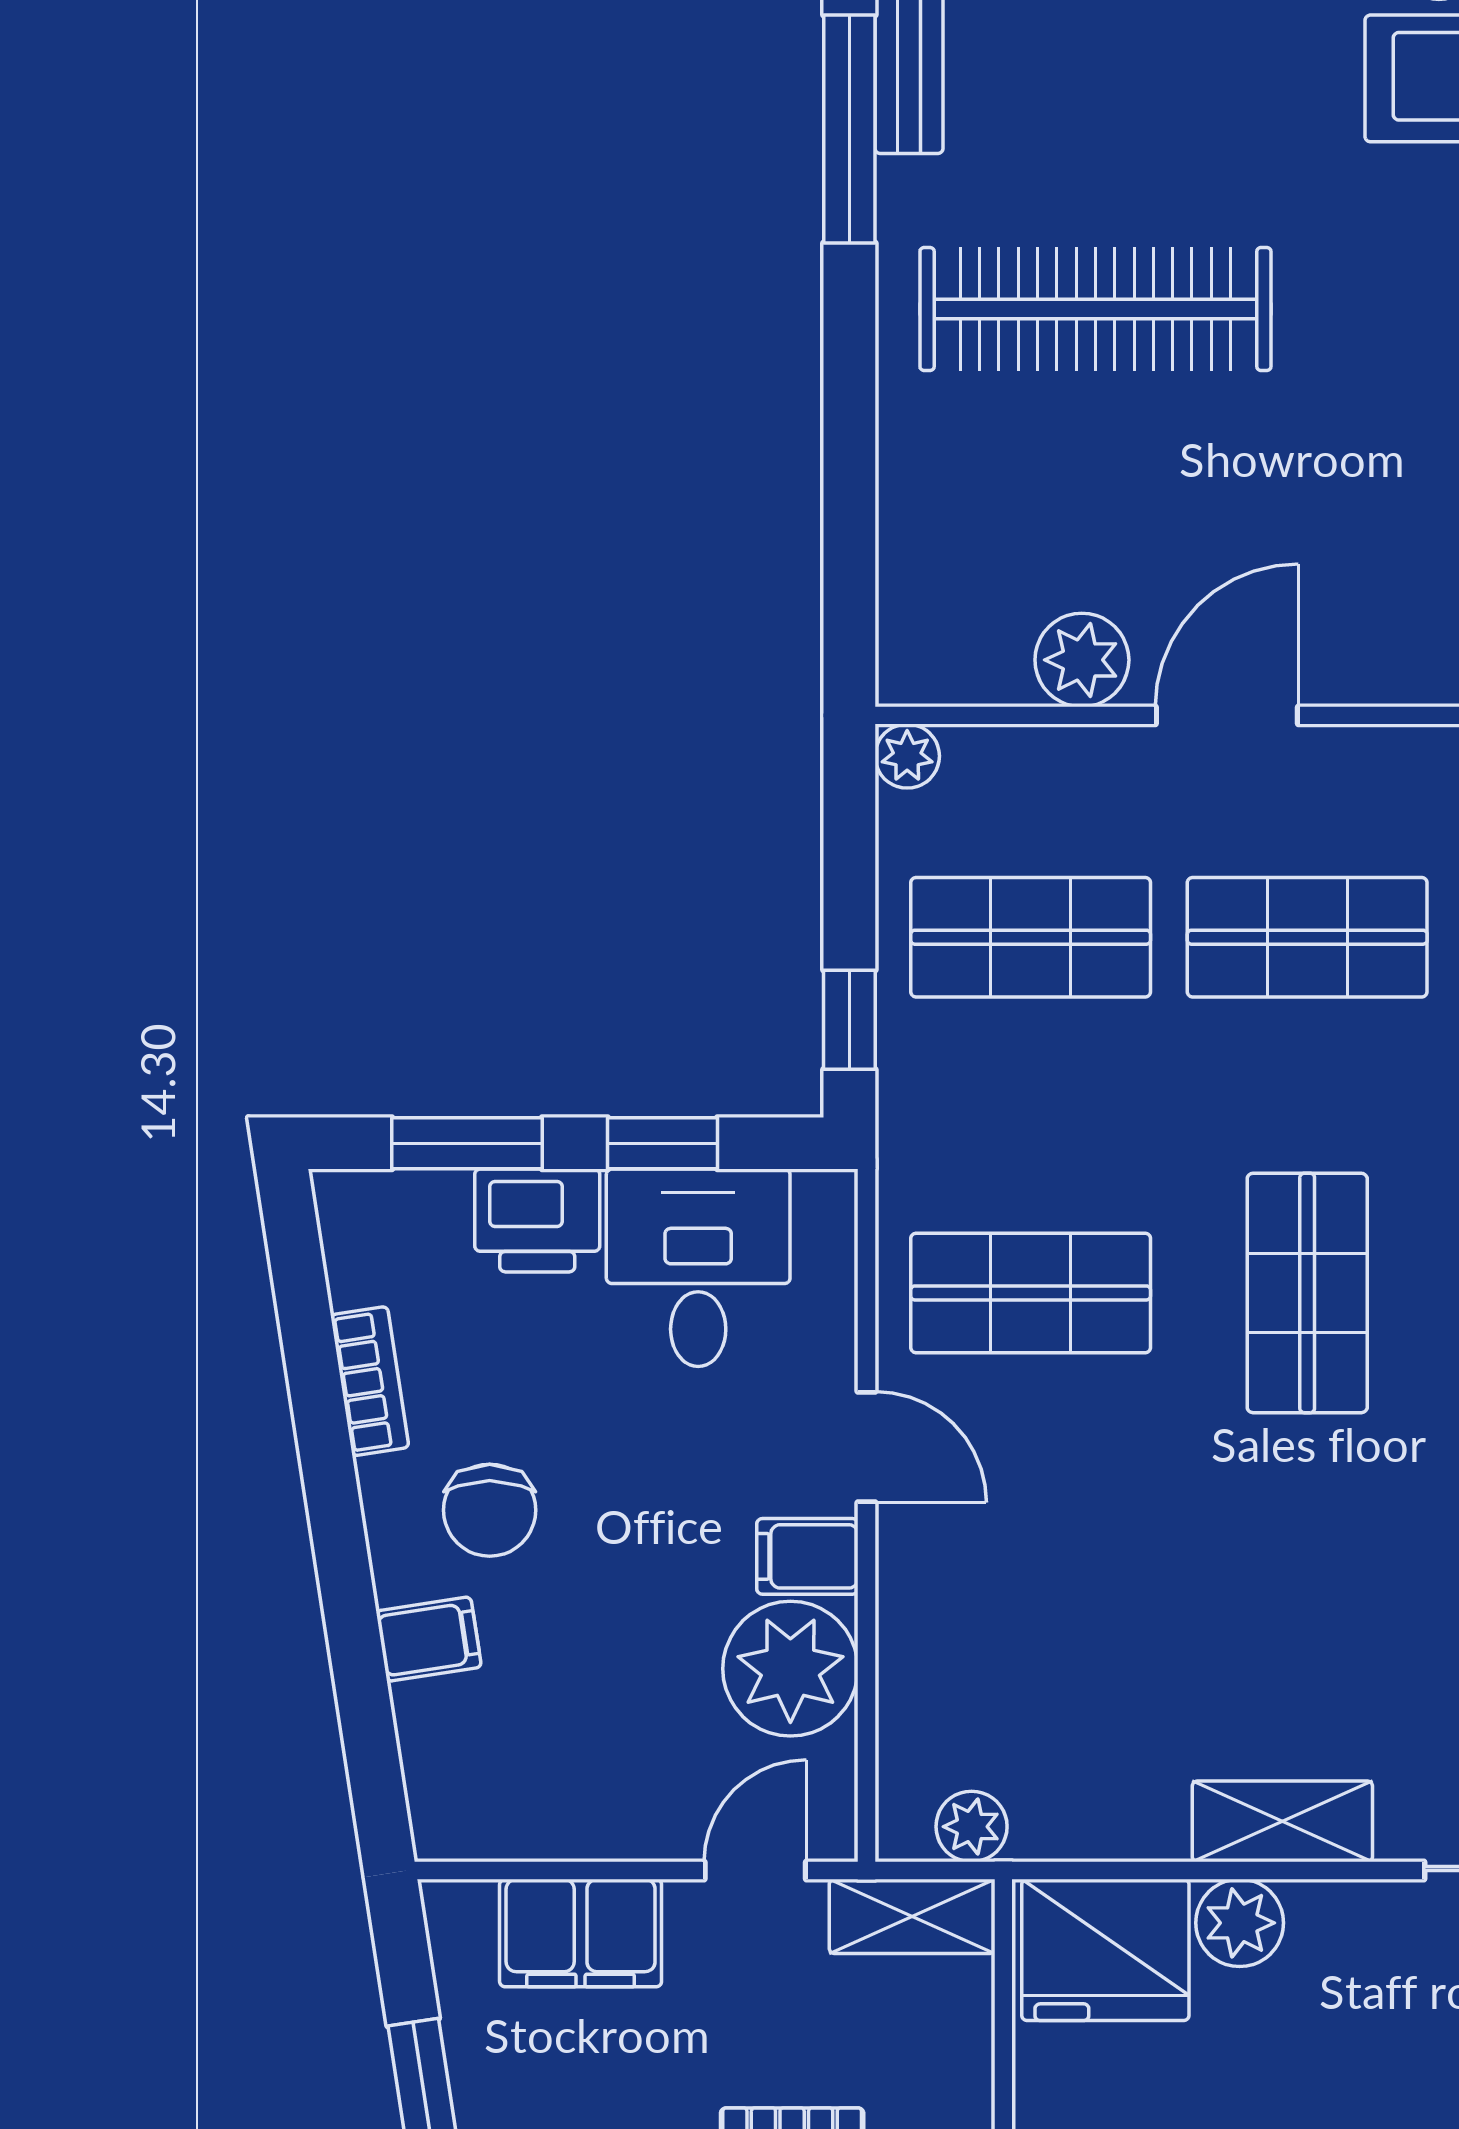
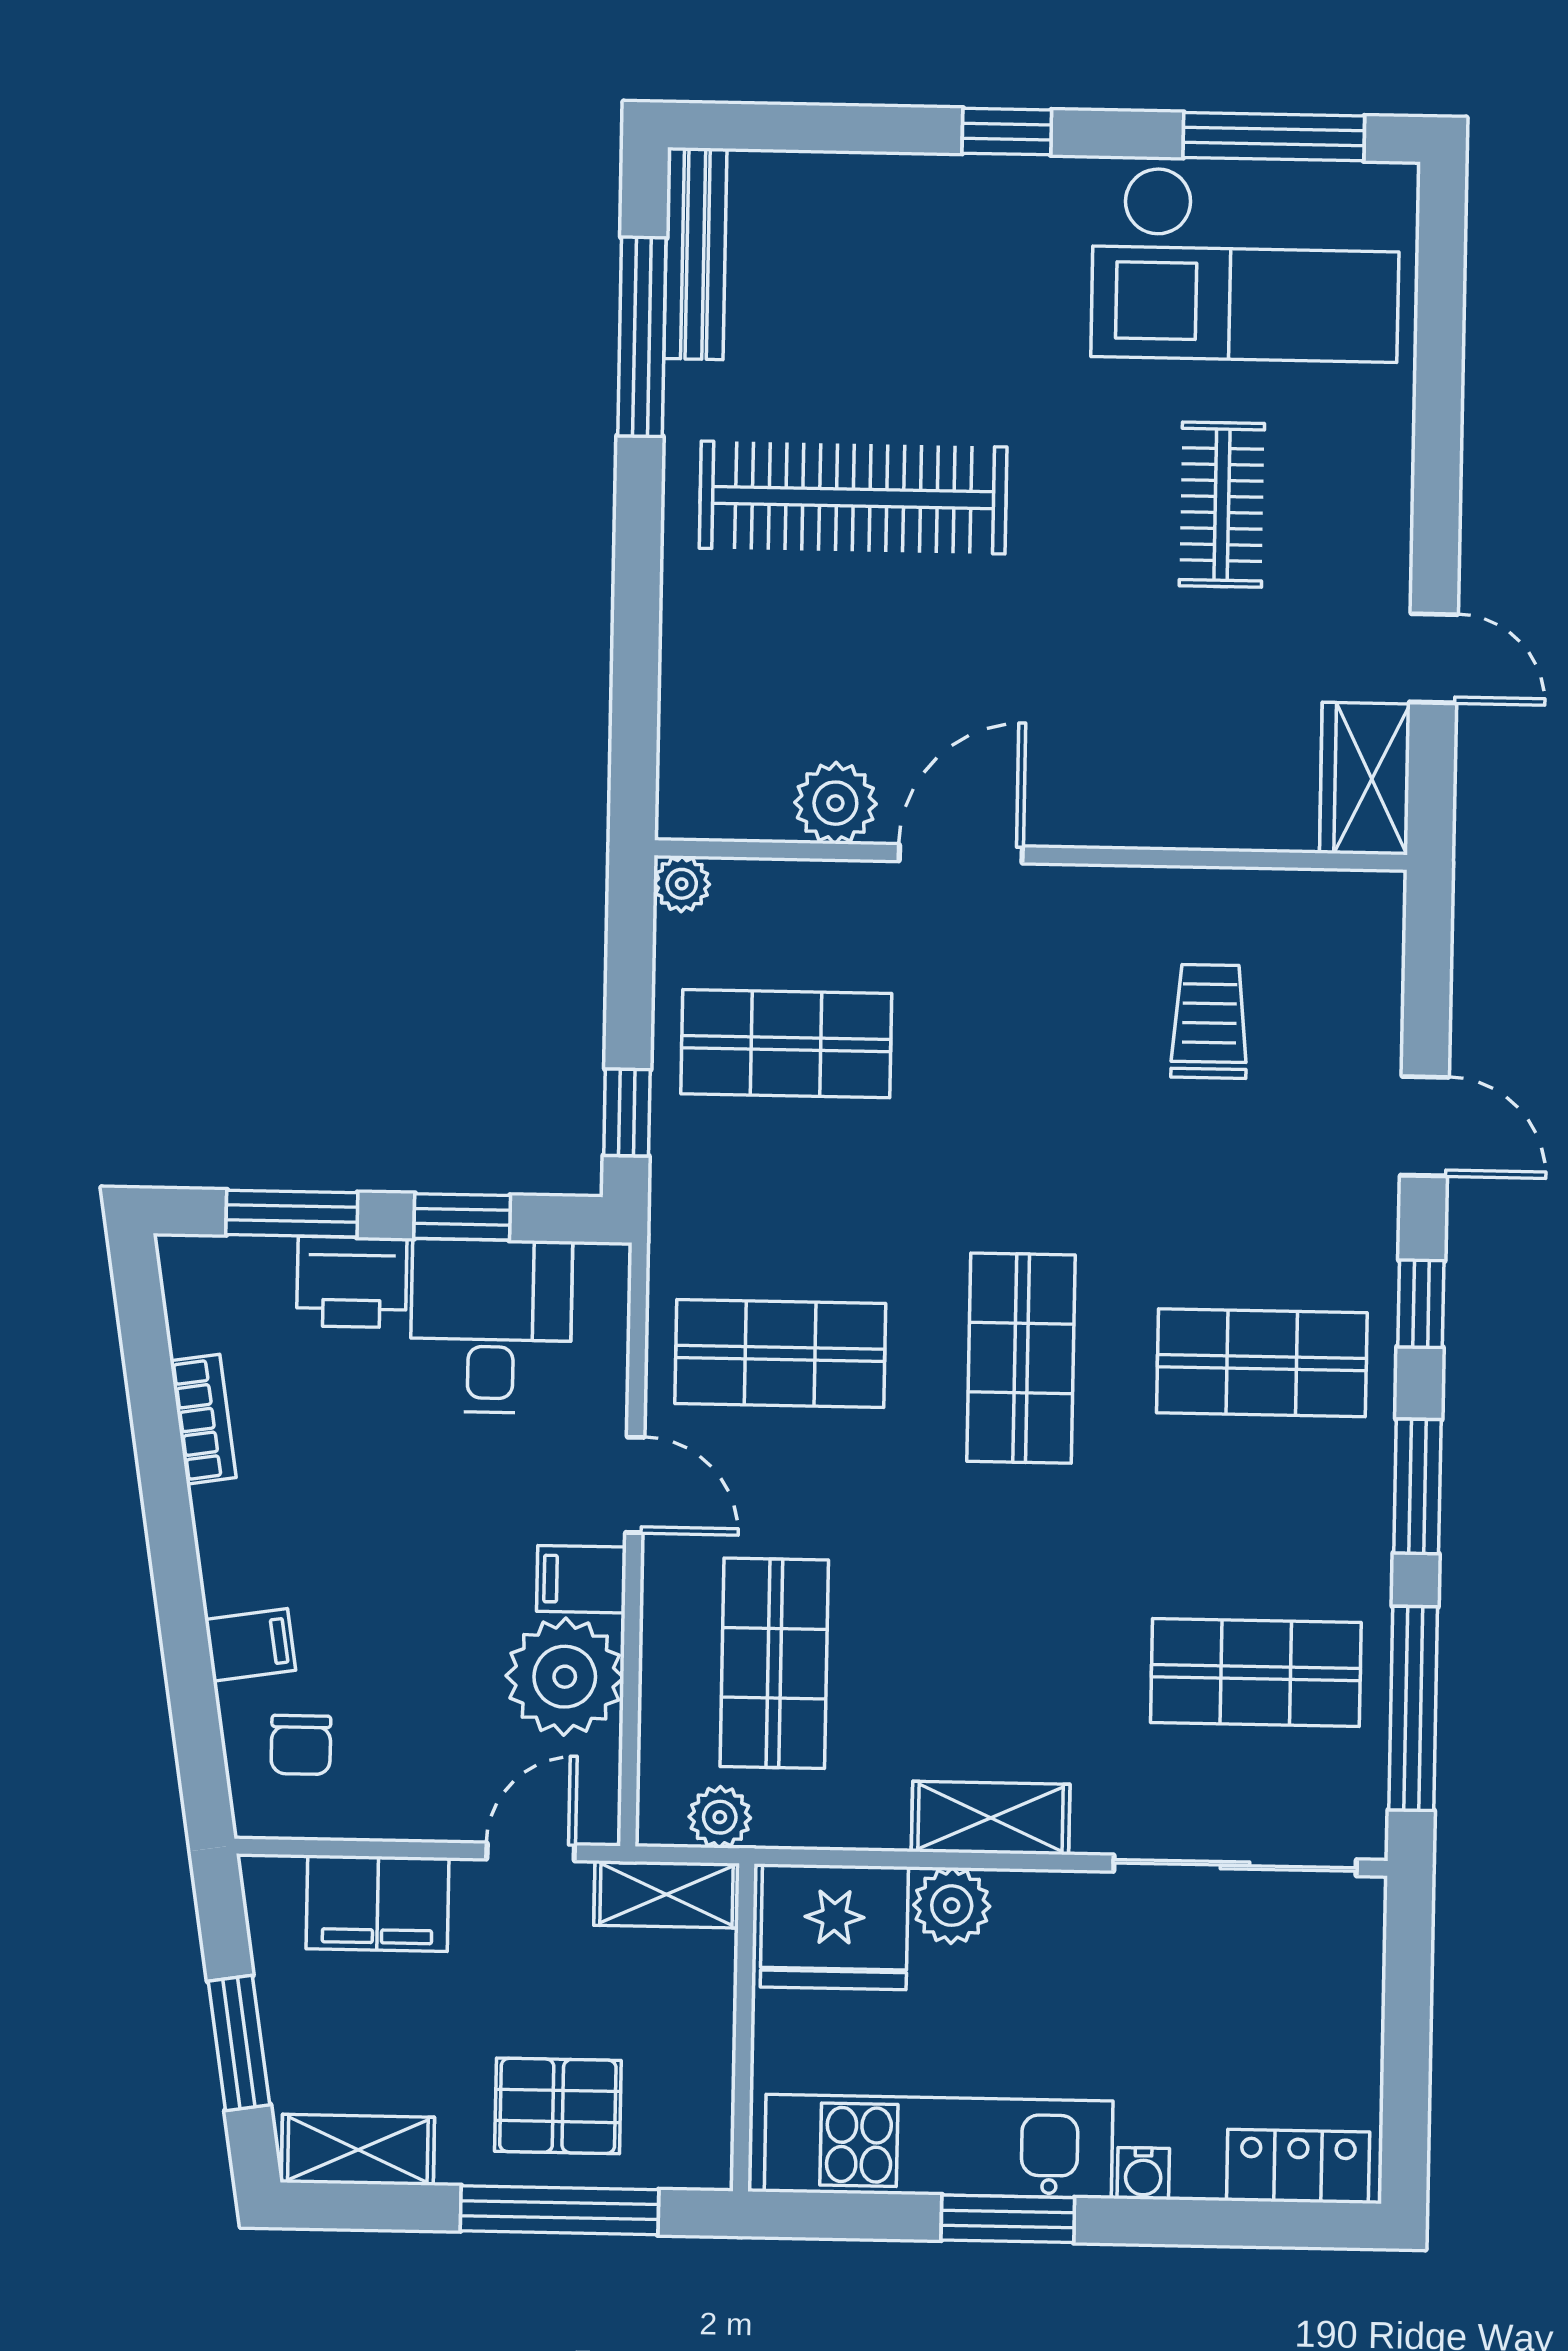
shop shelf: (1307, 937) -> (774, 1663), moved, turned 90
chair: (490, 1510) -> (301, 1745), moved, width x0.73, depth x0.73

